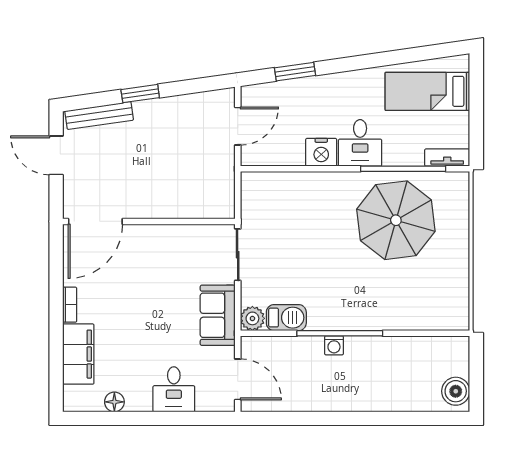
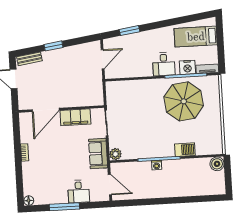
bench: (99, 116) -> (29, 59), width x0.73
nightstand: (321, 152) -> (187, 67), moved
door: (95, 221) -> (46, 110), moved
barbecue: (286, 318) -> (185, 150), moved
filing cabinet: (78, 354) -> (75, 117), moved, turned 90
boiler: (456, 391) -> (217, 164), moved
floor lamp: (114, 402) -> (29, 201), moved
window: (144, 418) -> (64, 207), added

